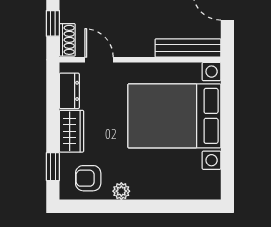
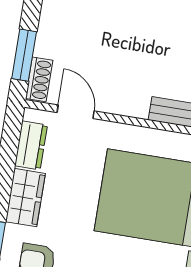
window: (53, 23) -> (24, 55), width x1.50

